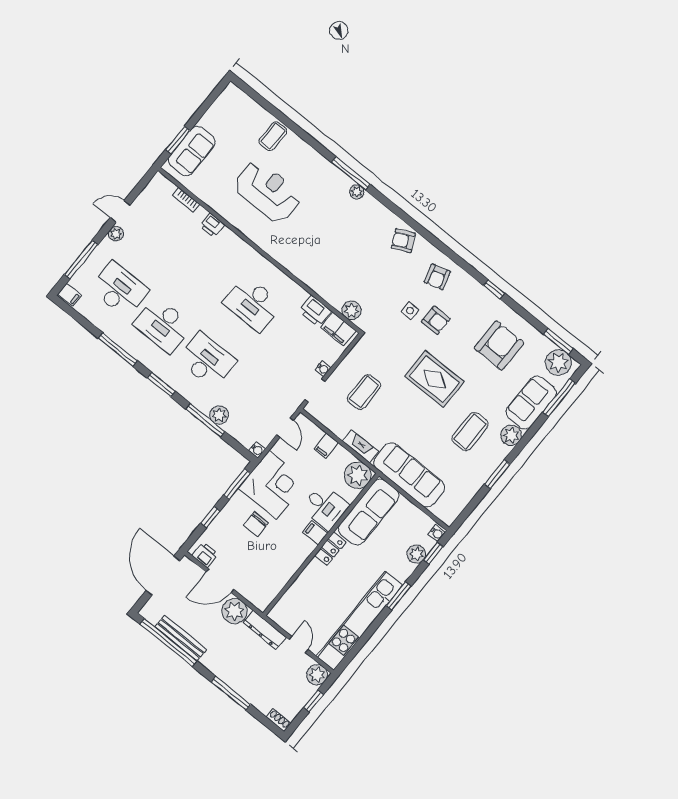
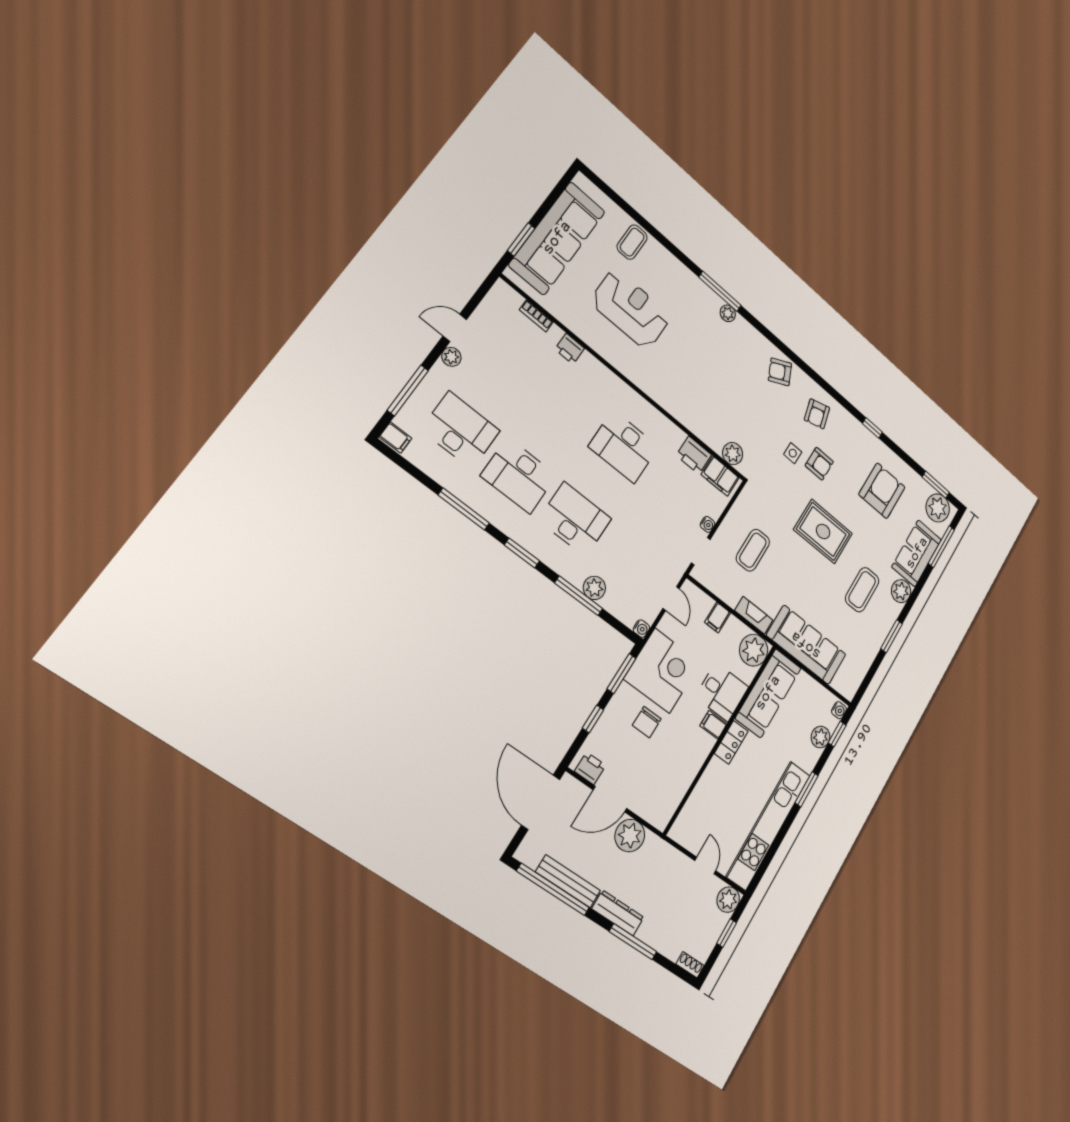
sofa: (192, 151) -> (557, 238), width x1.85, depth x1.27
dresser: (265, 630) -> (618, 913), moved, turned 180

